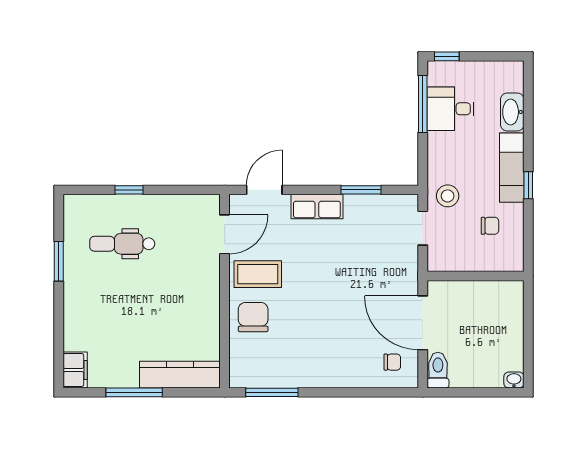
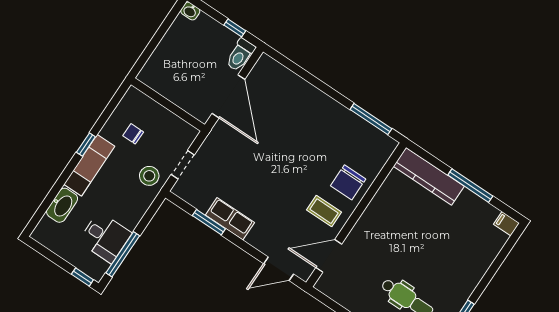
row of seats: (317, 207) -> (230, 219), moved
coffee table: (258, 274) -> (324, 211), width x0.73, depth x0.77
chair: (392, 362) -> (269, 83), removed
filing cabinet: (75, 370) -> (506, 224), width x0.50
window: (460, 392) -> (235, 28), added

